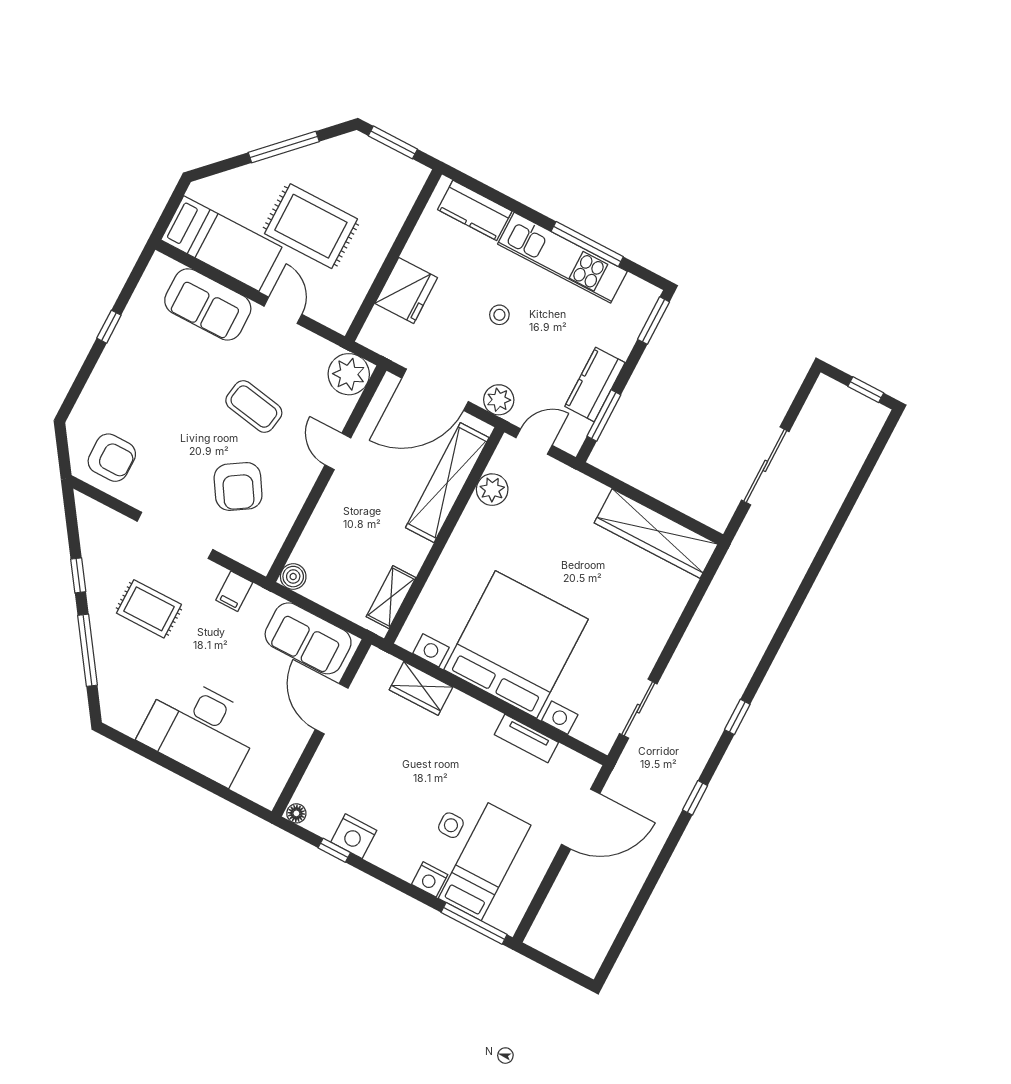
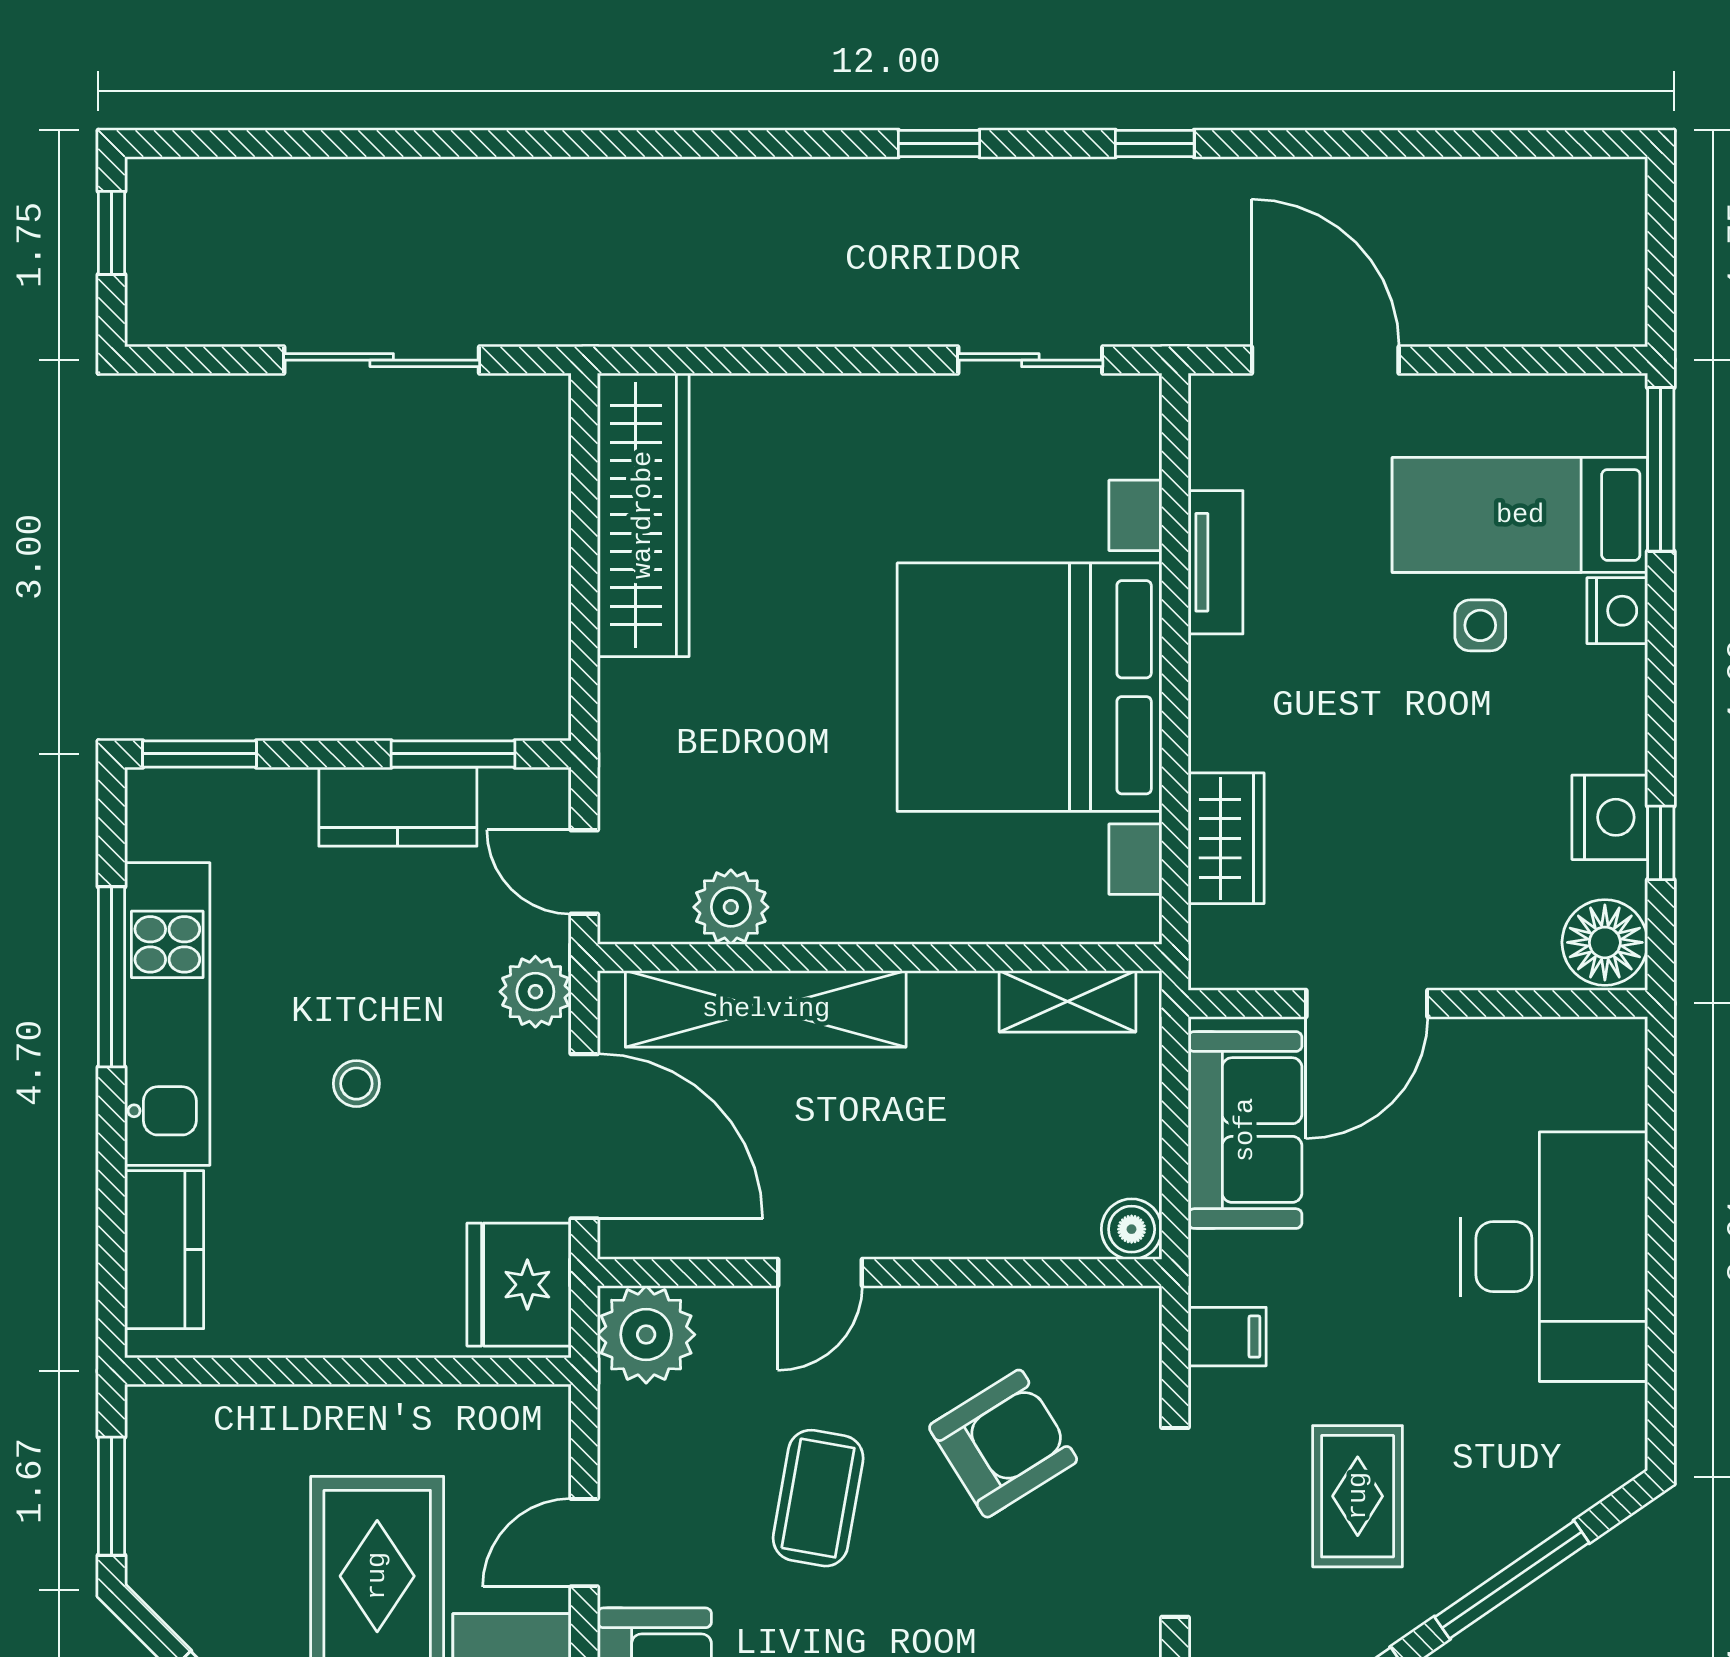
fridge: (406, 290) -> (519, 1285), moved, turned -90
floor lamp: (296, 813) -> (1605, 942), width x1.89, depth x1.89

